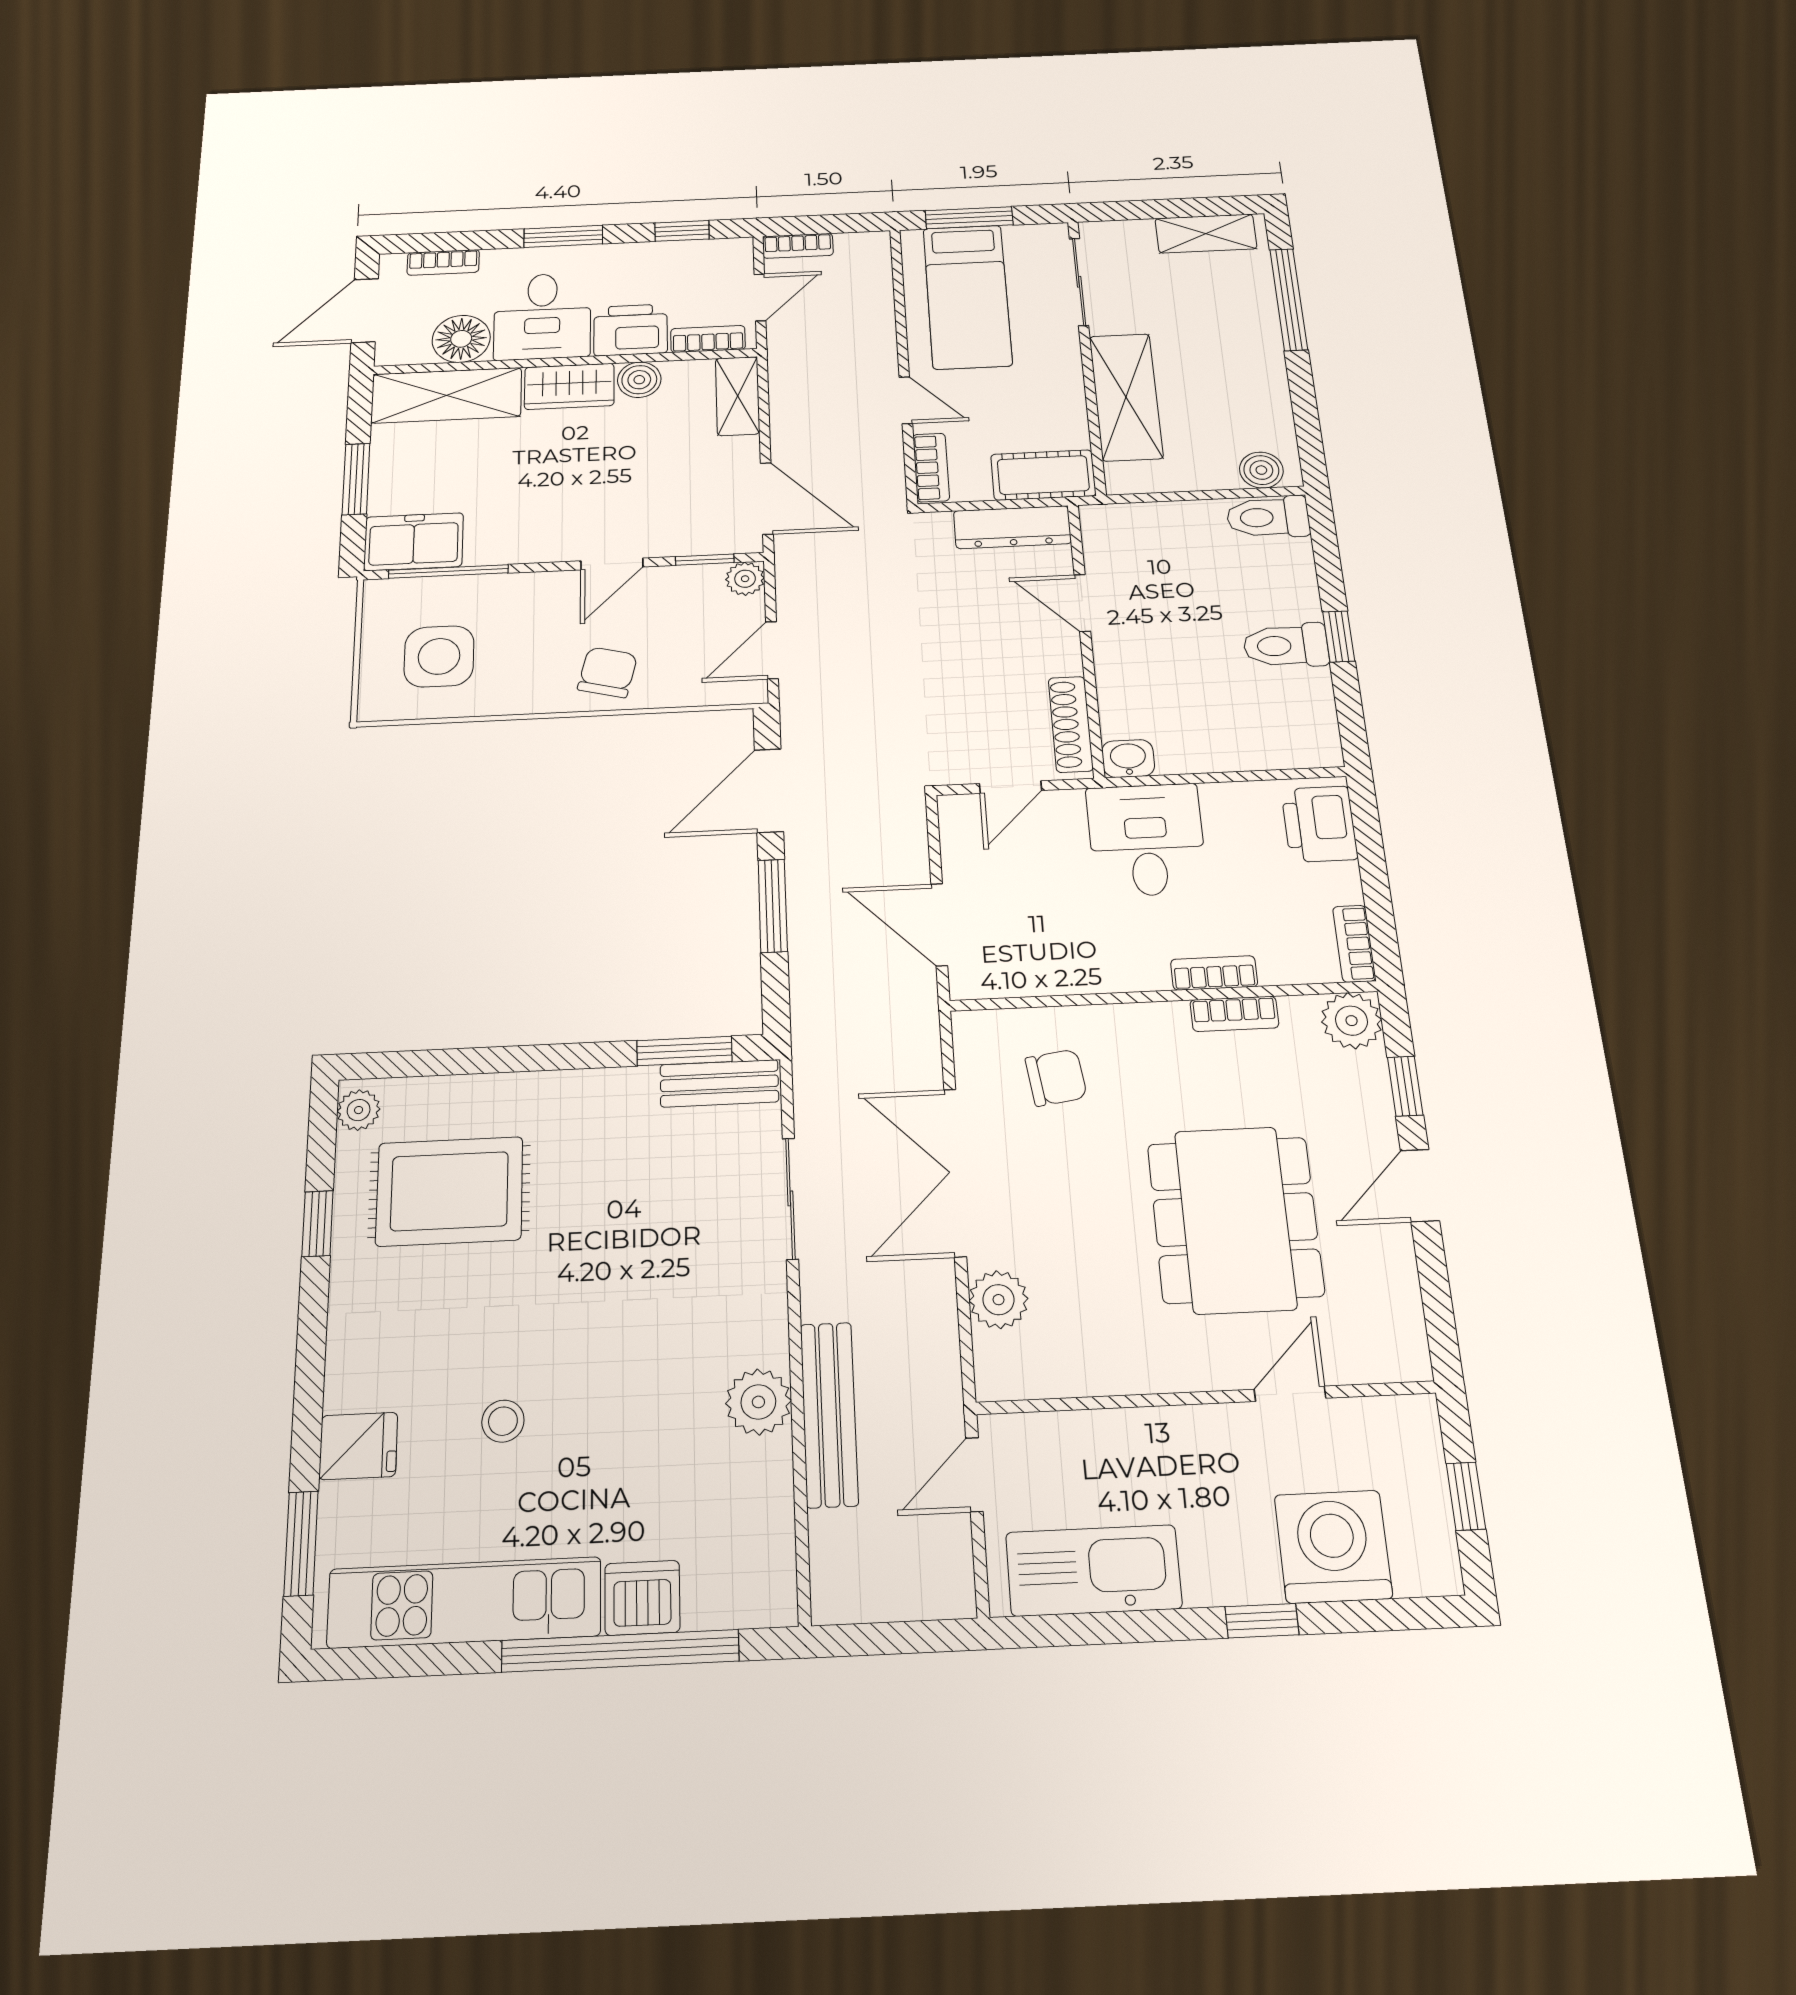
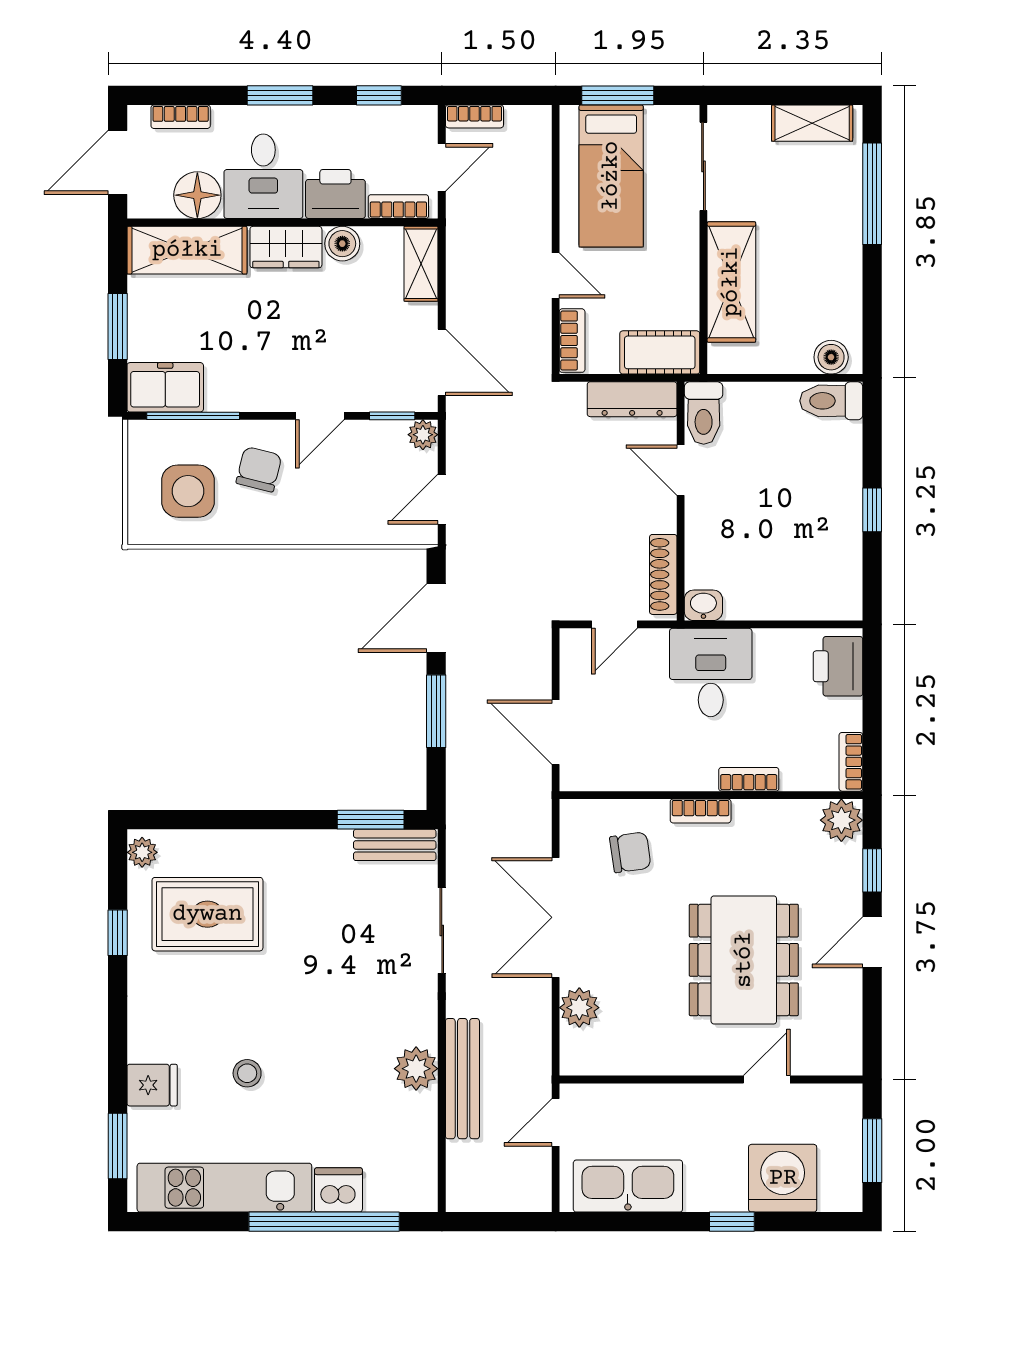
toilet: (1286, 646) -> (704, 413), moved, turned -90
chair: (608, 672) -> (259, 469), moved
bookcase: (1234, 1014) -> (701, 811), moved
window: (1466, 1496) -> (872, 1151), width x1.50

